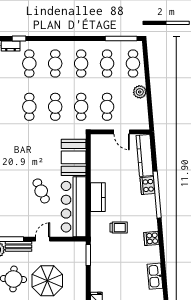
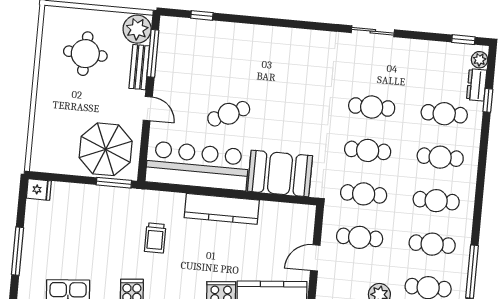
kitchen counter: (98, 197) -> (222, 209), width x1.50
parasol: (47, 281) -> (106, 149), moved

